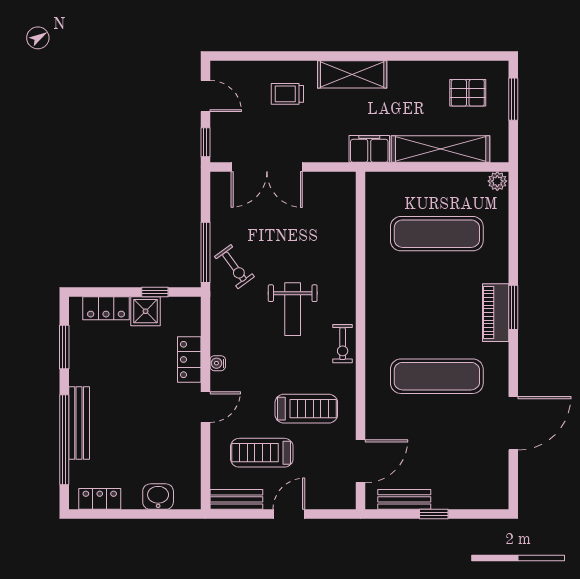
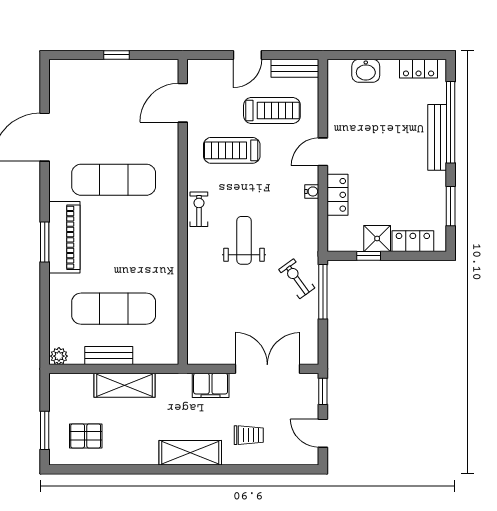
filing cabinet: (369, 149) -> (211, 385), moved
shelving: (441, 149) -> (124, 385), width x0.68
piano: (496, 313) -> (64, 237), width x1.37, depth x1.33
bench: (404, 499) -> (109, 356), moved

